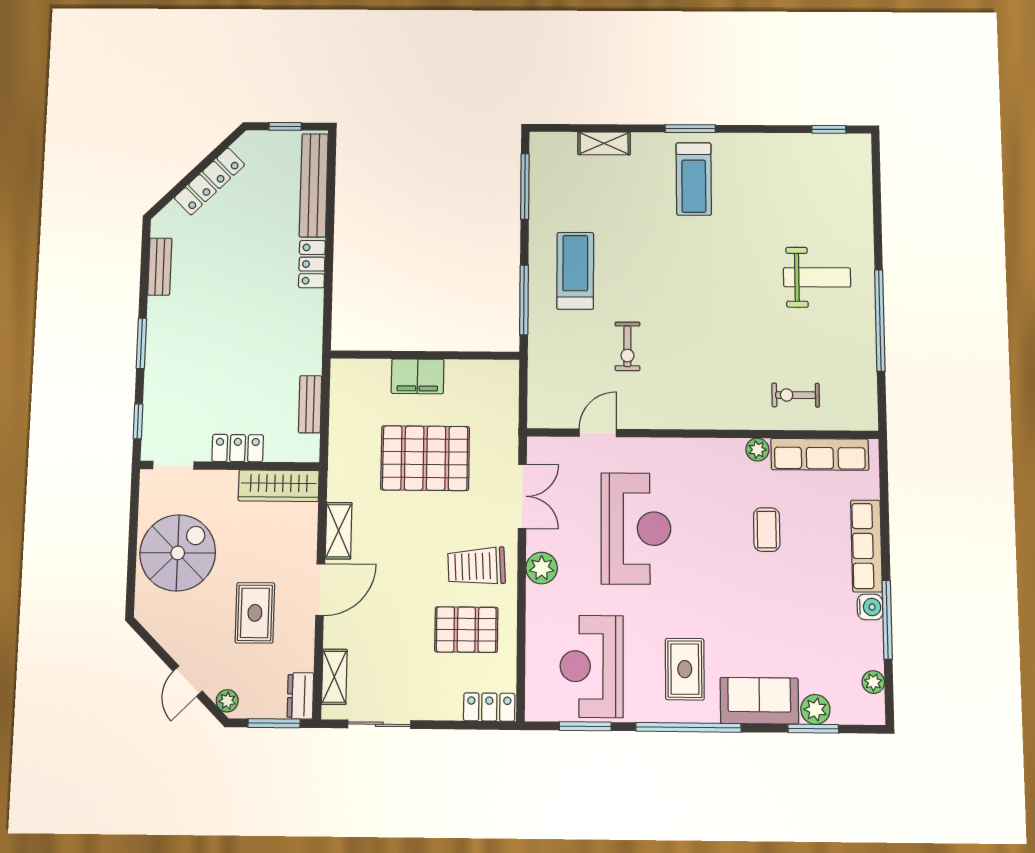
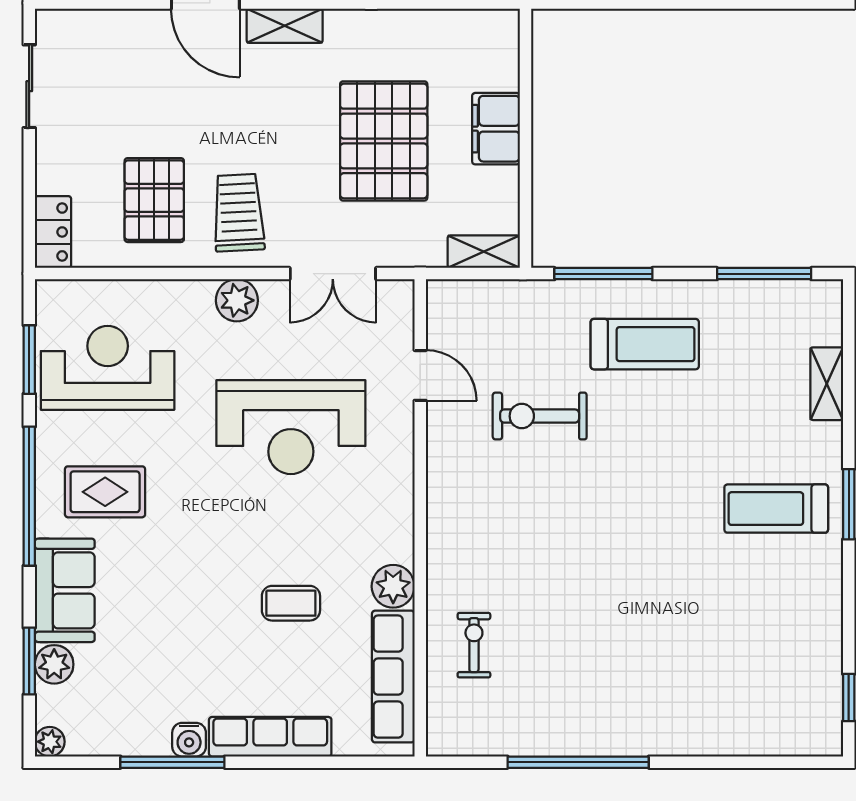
weight bench: (817, 277) -> (638, 677), removed
exercise bike: (627, 346) -> (540, 416), width x1.38, depth x1.39
plant: (757, 450) -> (393, 586), width x1.38, depth x1.38
shelving: (334, 677) -> (484, 252), moved
plant: (873, 682) -> (50, 742), moved

